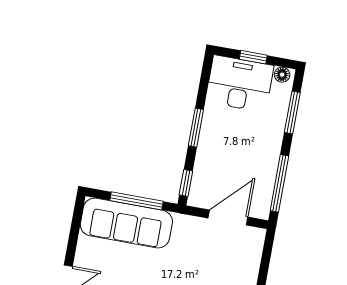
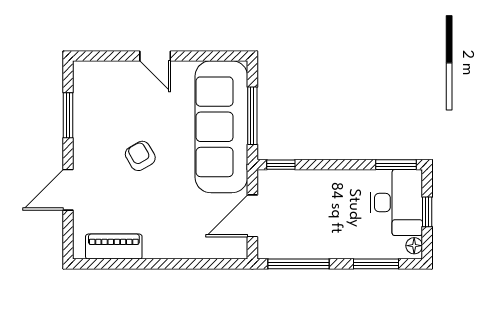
window: (196, 128) -> (396, 165), moved
door: (228, 218) -> (252, 216), swing flipped
sofa: (126, 223) -> (221, 127), width x1.36, depth x1.27

